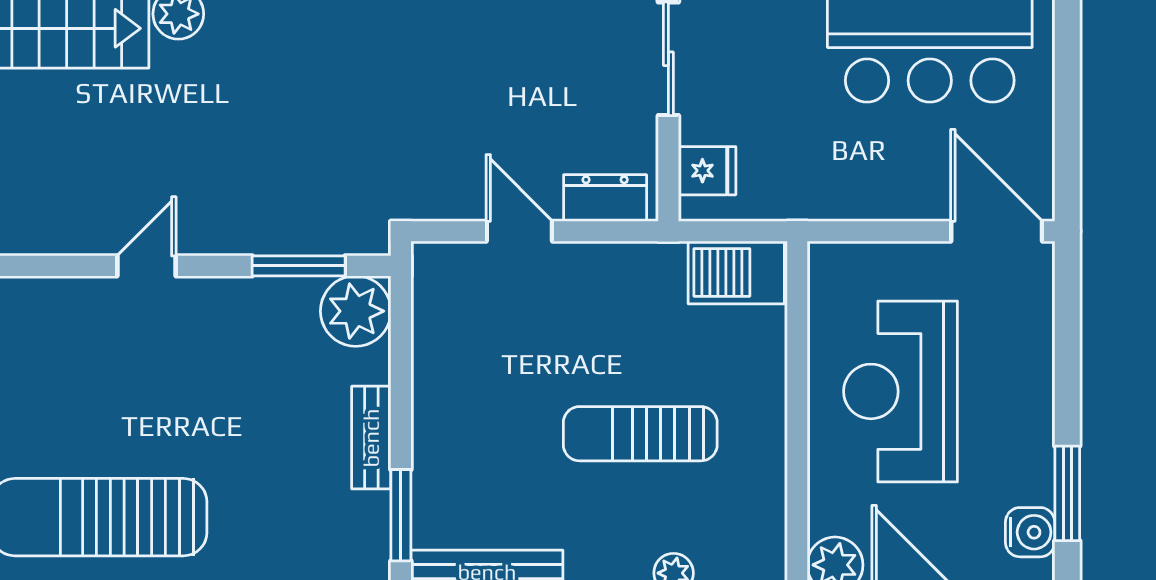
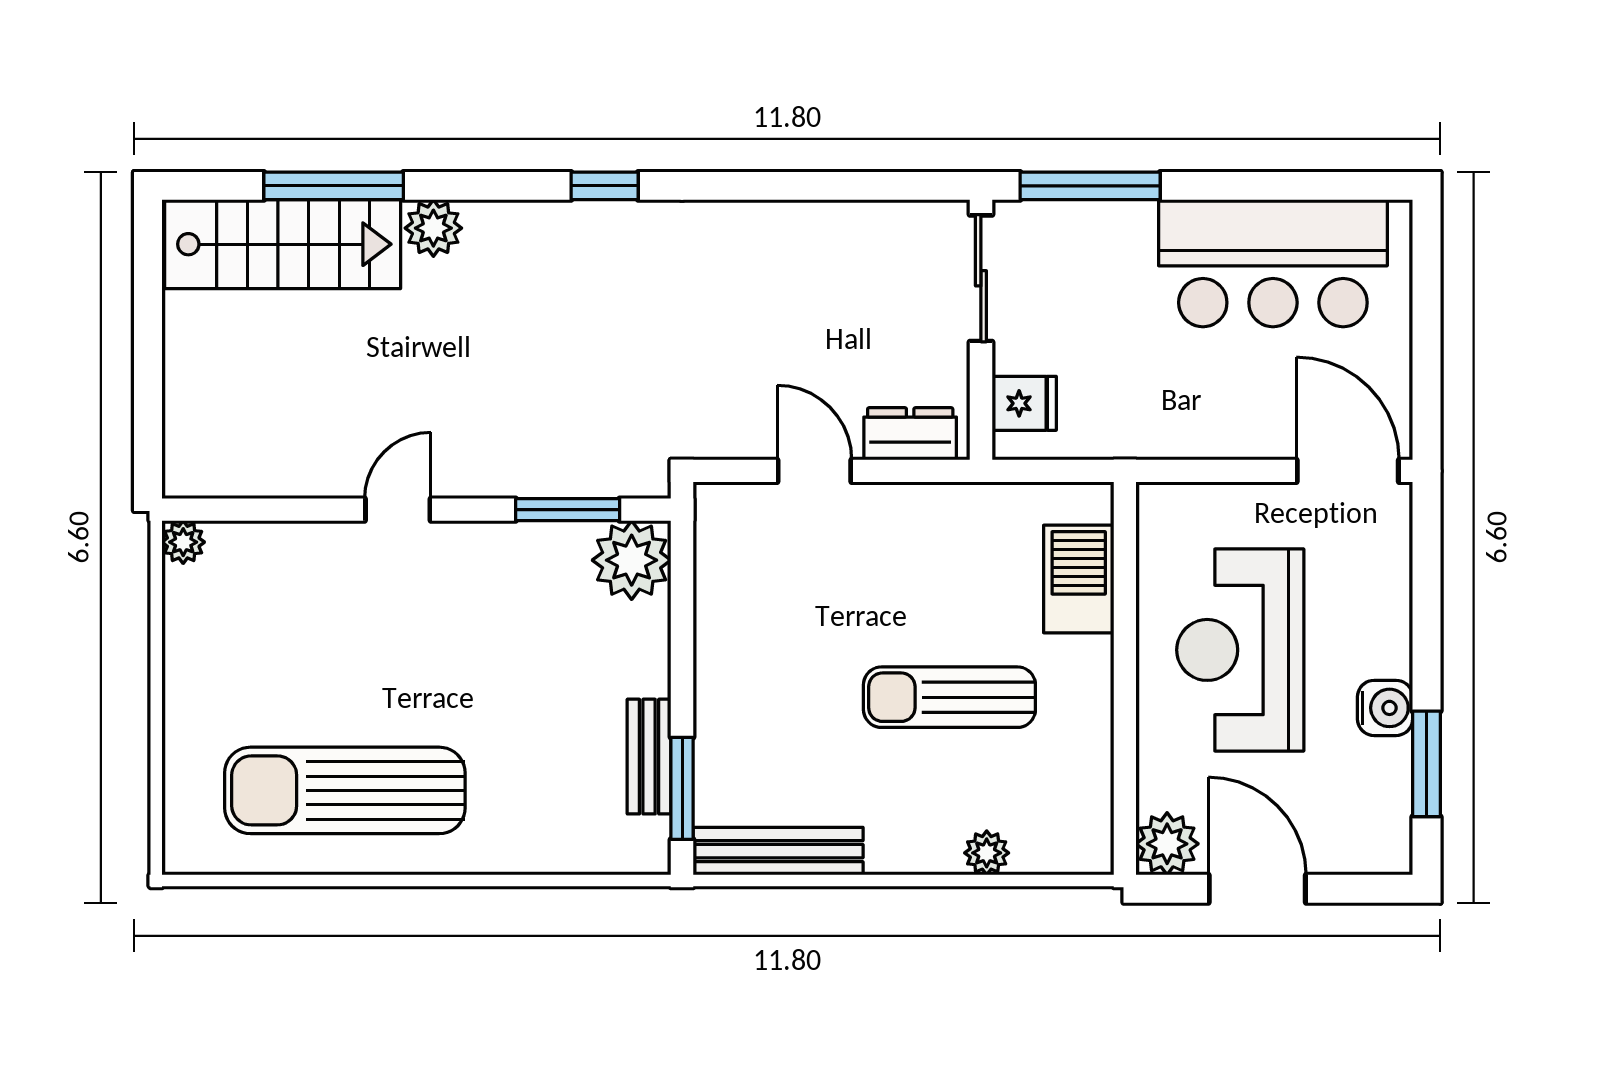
barbecue: (736, 272) -> (1079, 579), moved, turned 90
bench: (371, 438) -> (649, 757), moved
water cooler: (1030, 532) -> (1385, 708), moved

